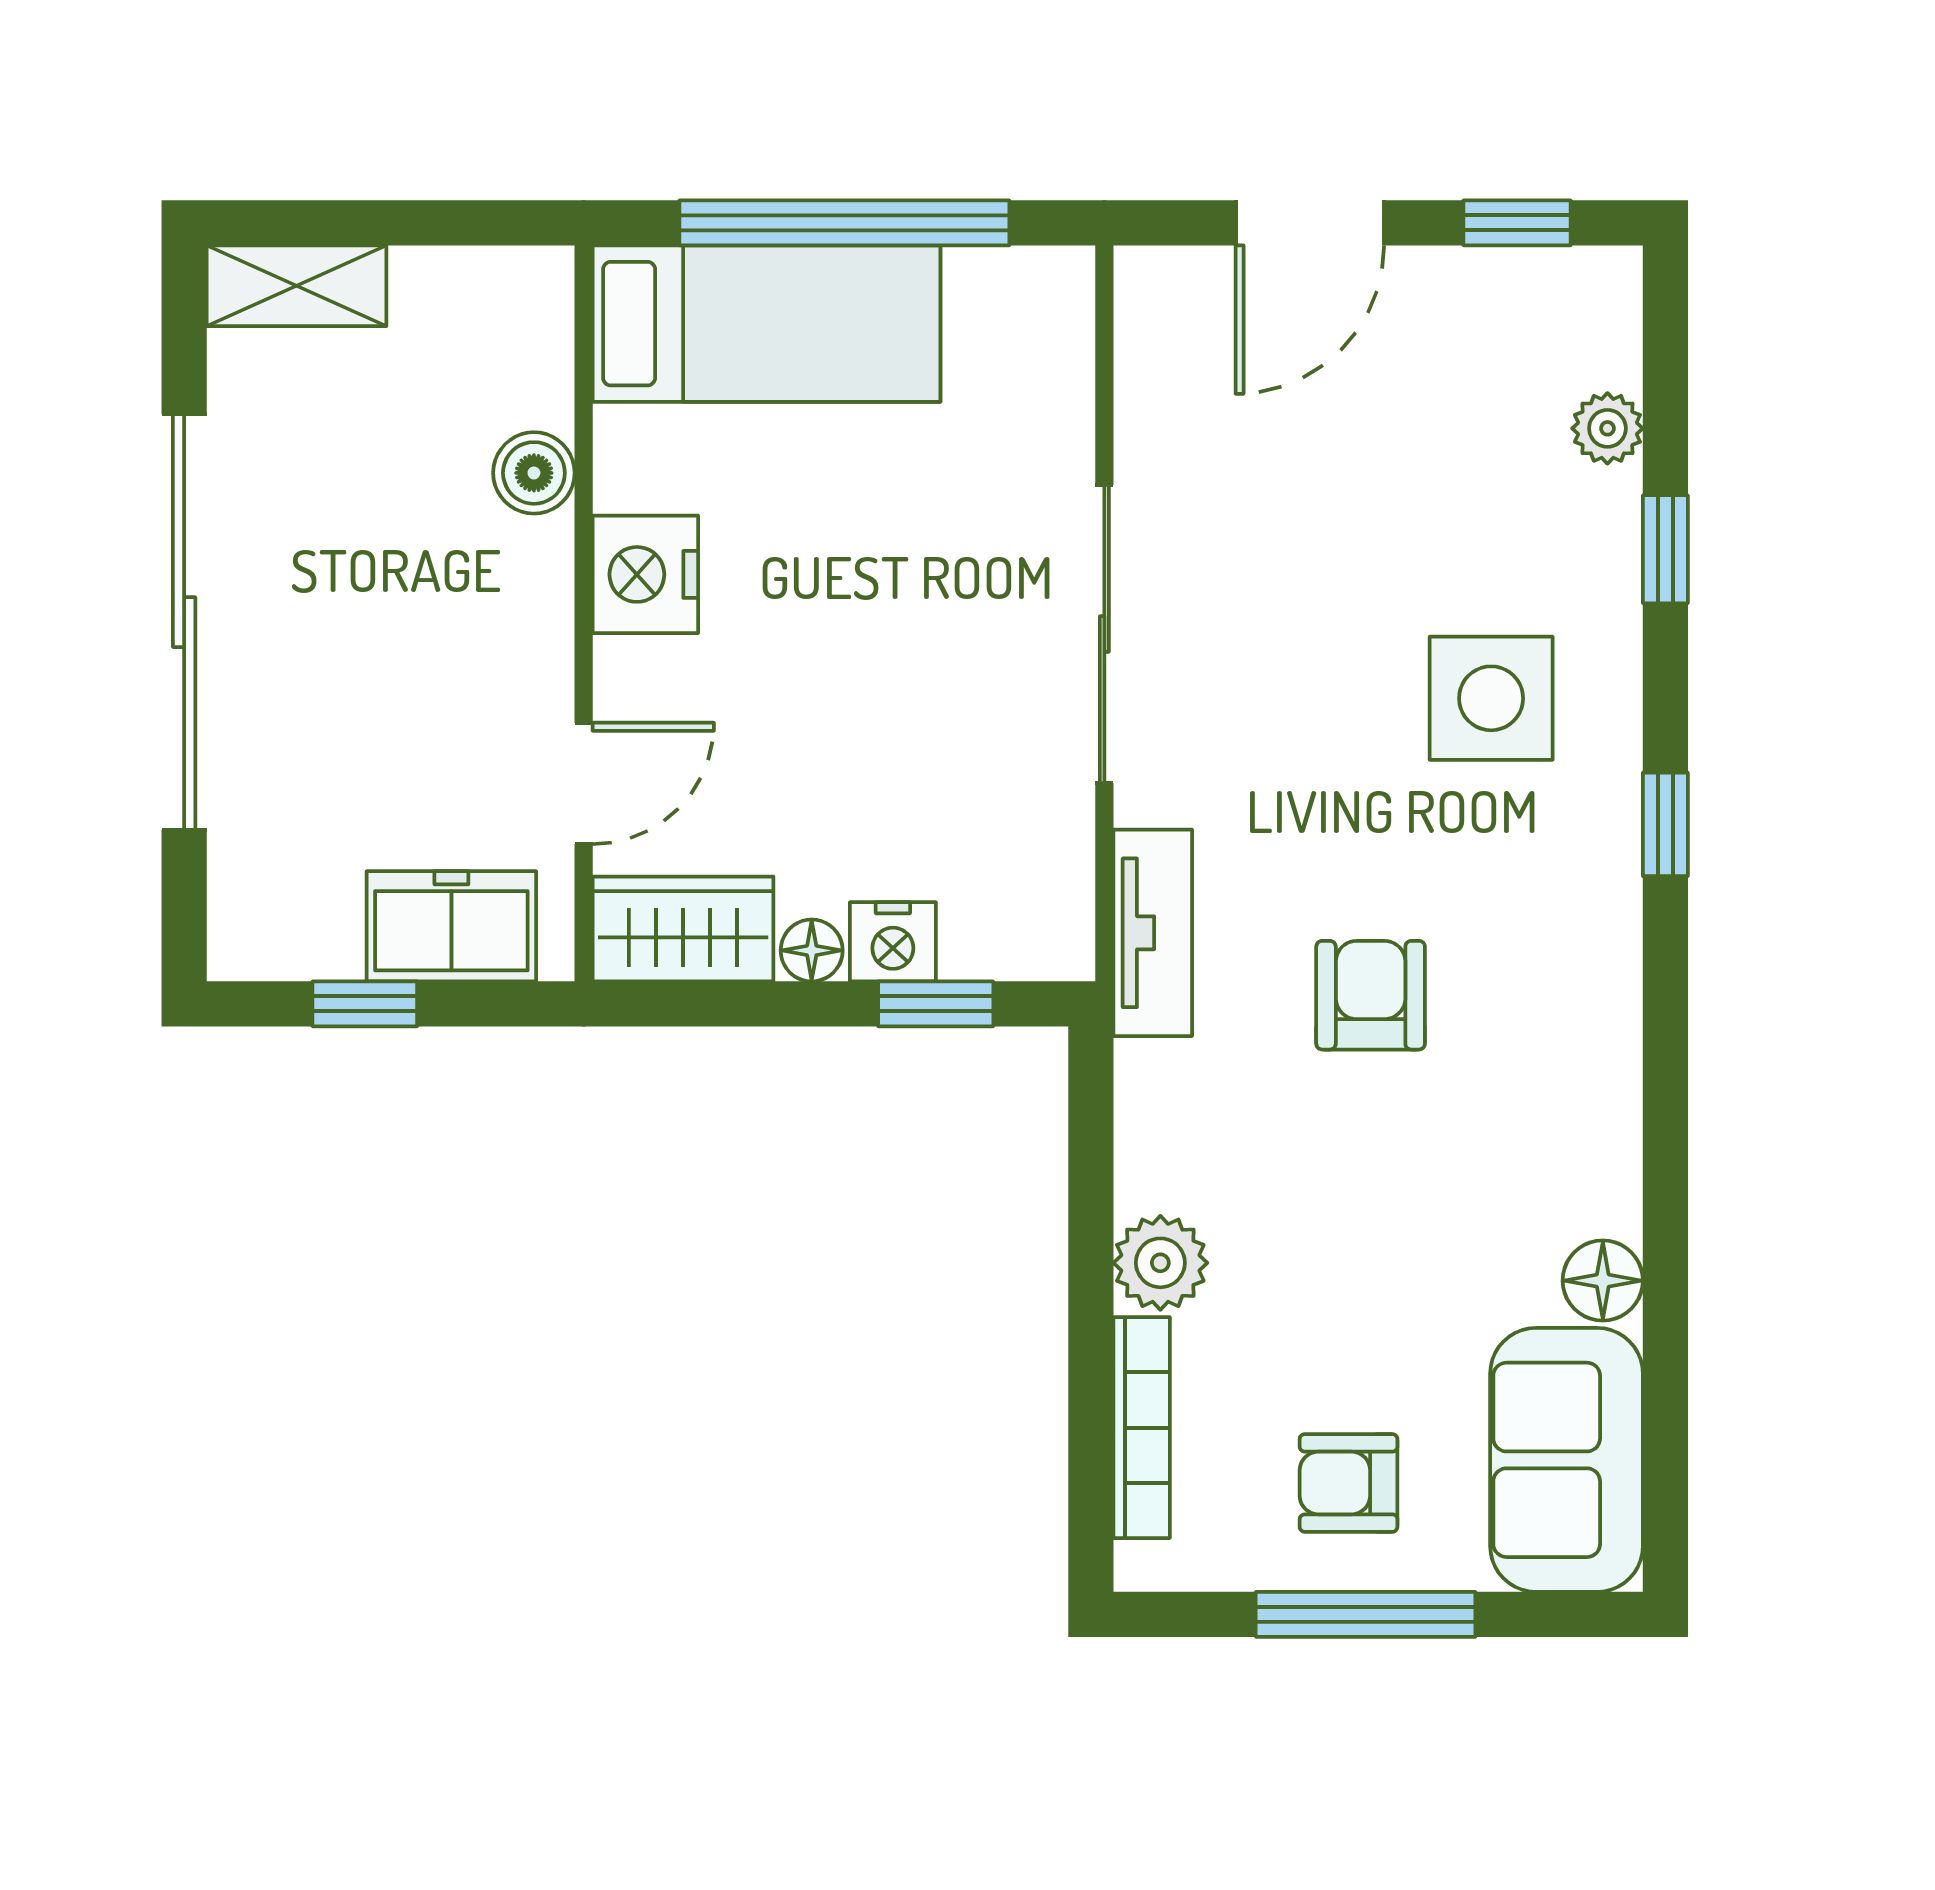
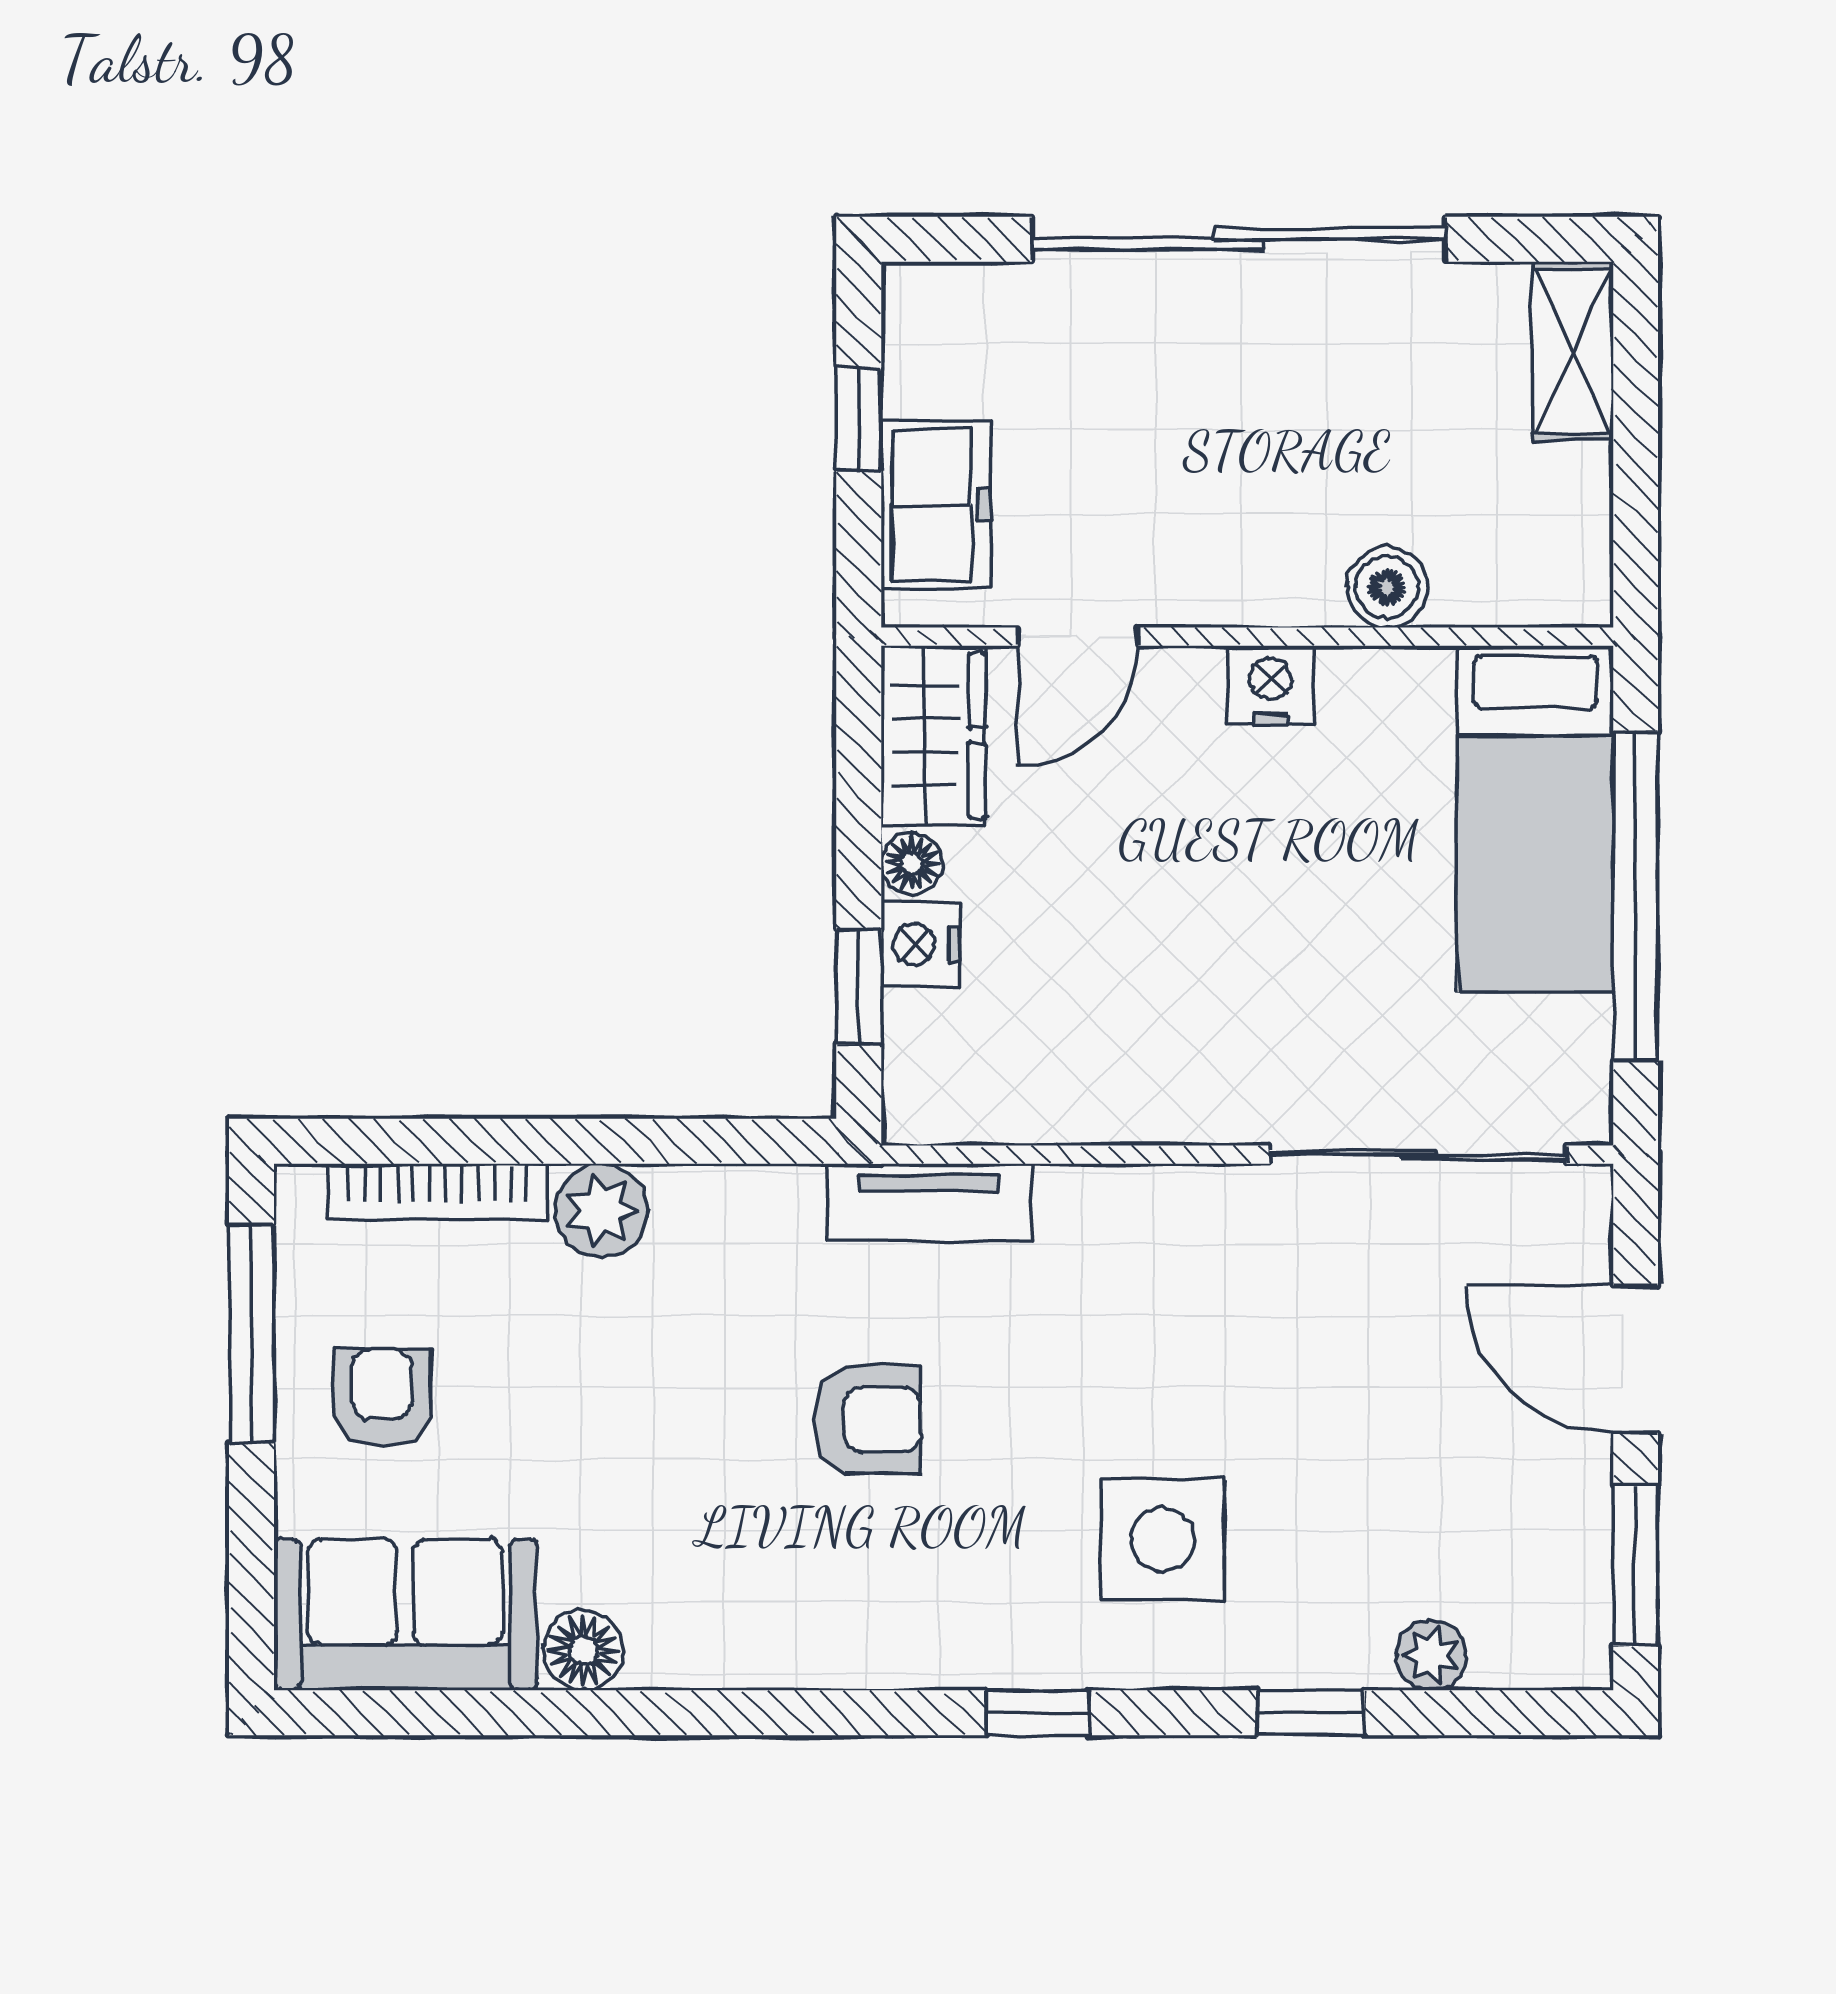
window: (1517, 223) -> (1636, 1565), width x1.50
nightstand: (645, 574) -> (1270, 685), width x0.74, depth x0.75
sliding door: (1104, 634) -> (1418, 1155), moved
door: (584, 783) -> (1078, 637), hinge flipped
window: (1366, 1614) -> (251, 1333), moved

